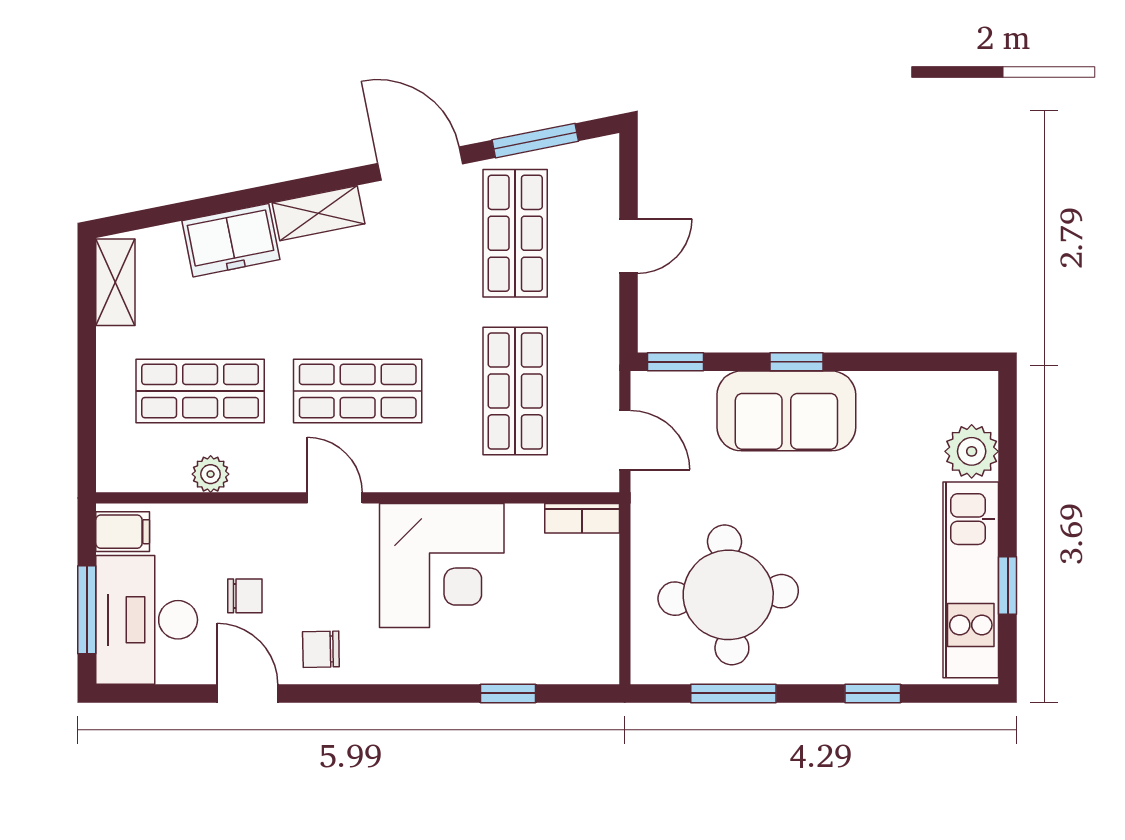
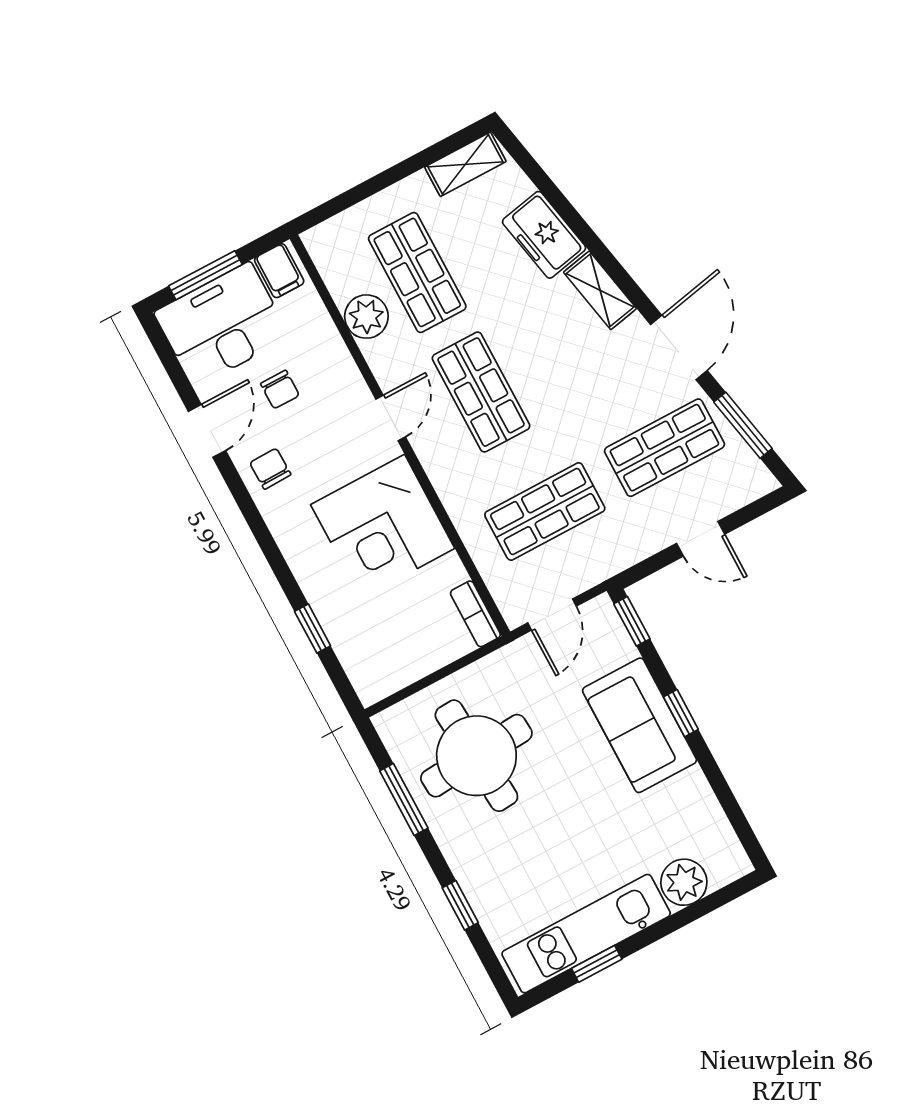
plant: (211, 474) -> (366, 317), width x1.38, depth x1.38

